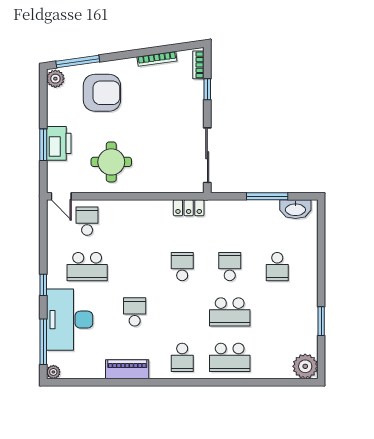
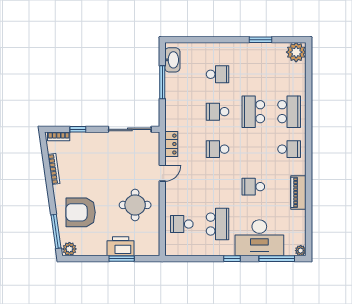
armchair: (102, 93) -> (81, 212), turned -90
door: (61, 196) -> (162, 173), moved
school desk: (230, 312) -> (253, 112), turned 180

